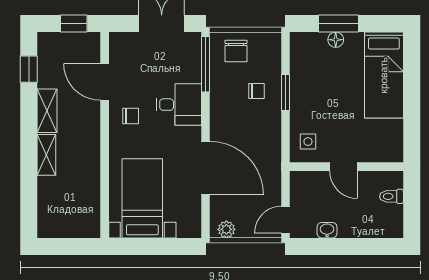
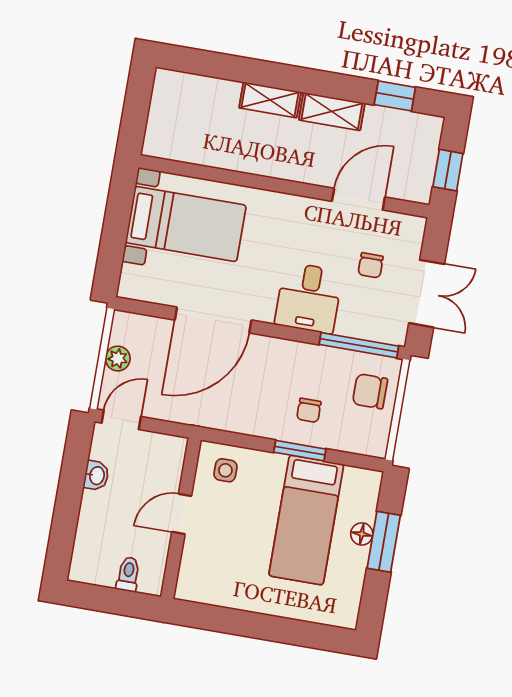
bed: (384, 75) -> (306, 520), moved, turned -90
chair: (131, 116) -> (371, 265), moved
door: (285, 220) -> (121, 420), hinge flipped
plant: (226, 229) -> (118, 359), moved

